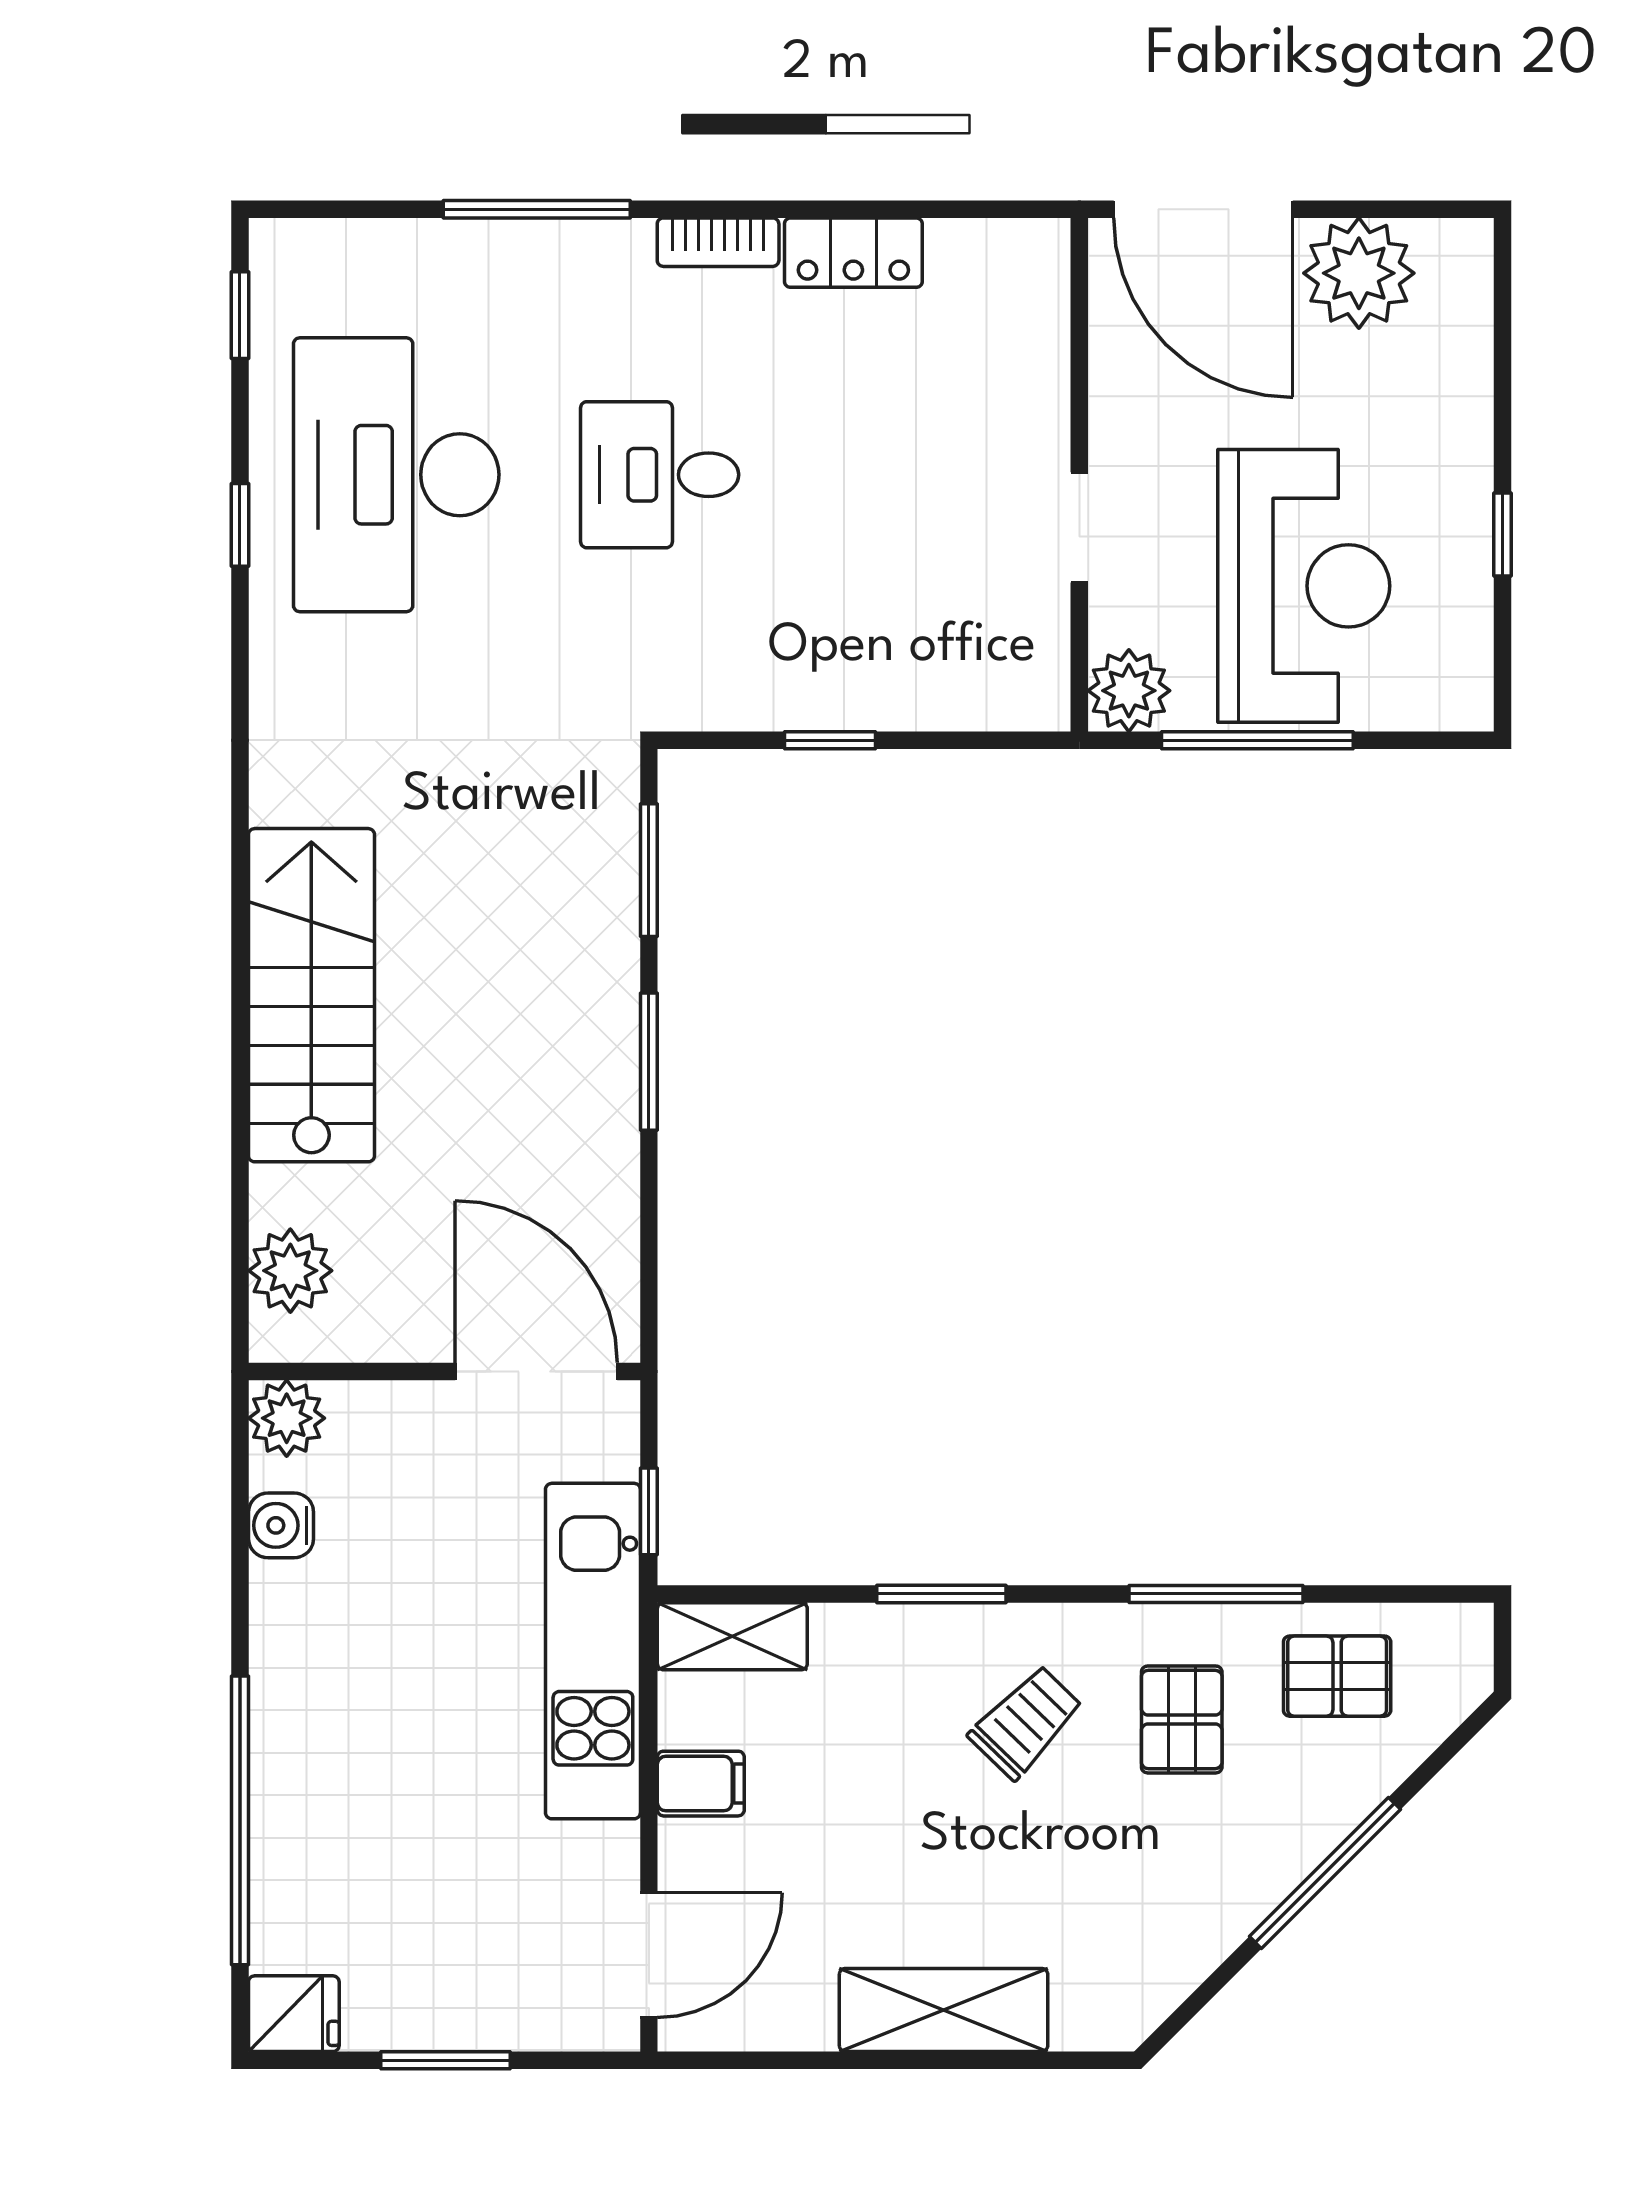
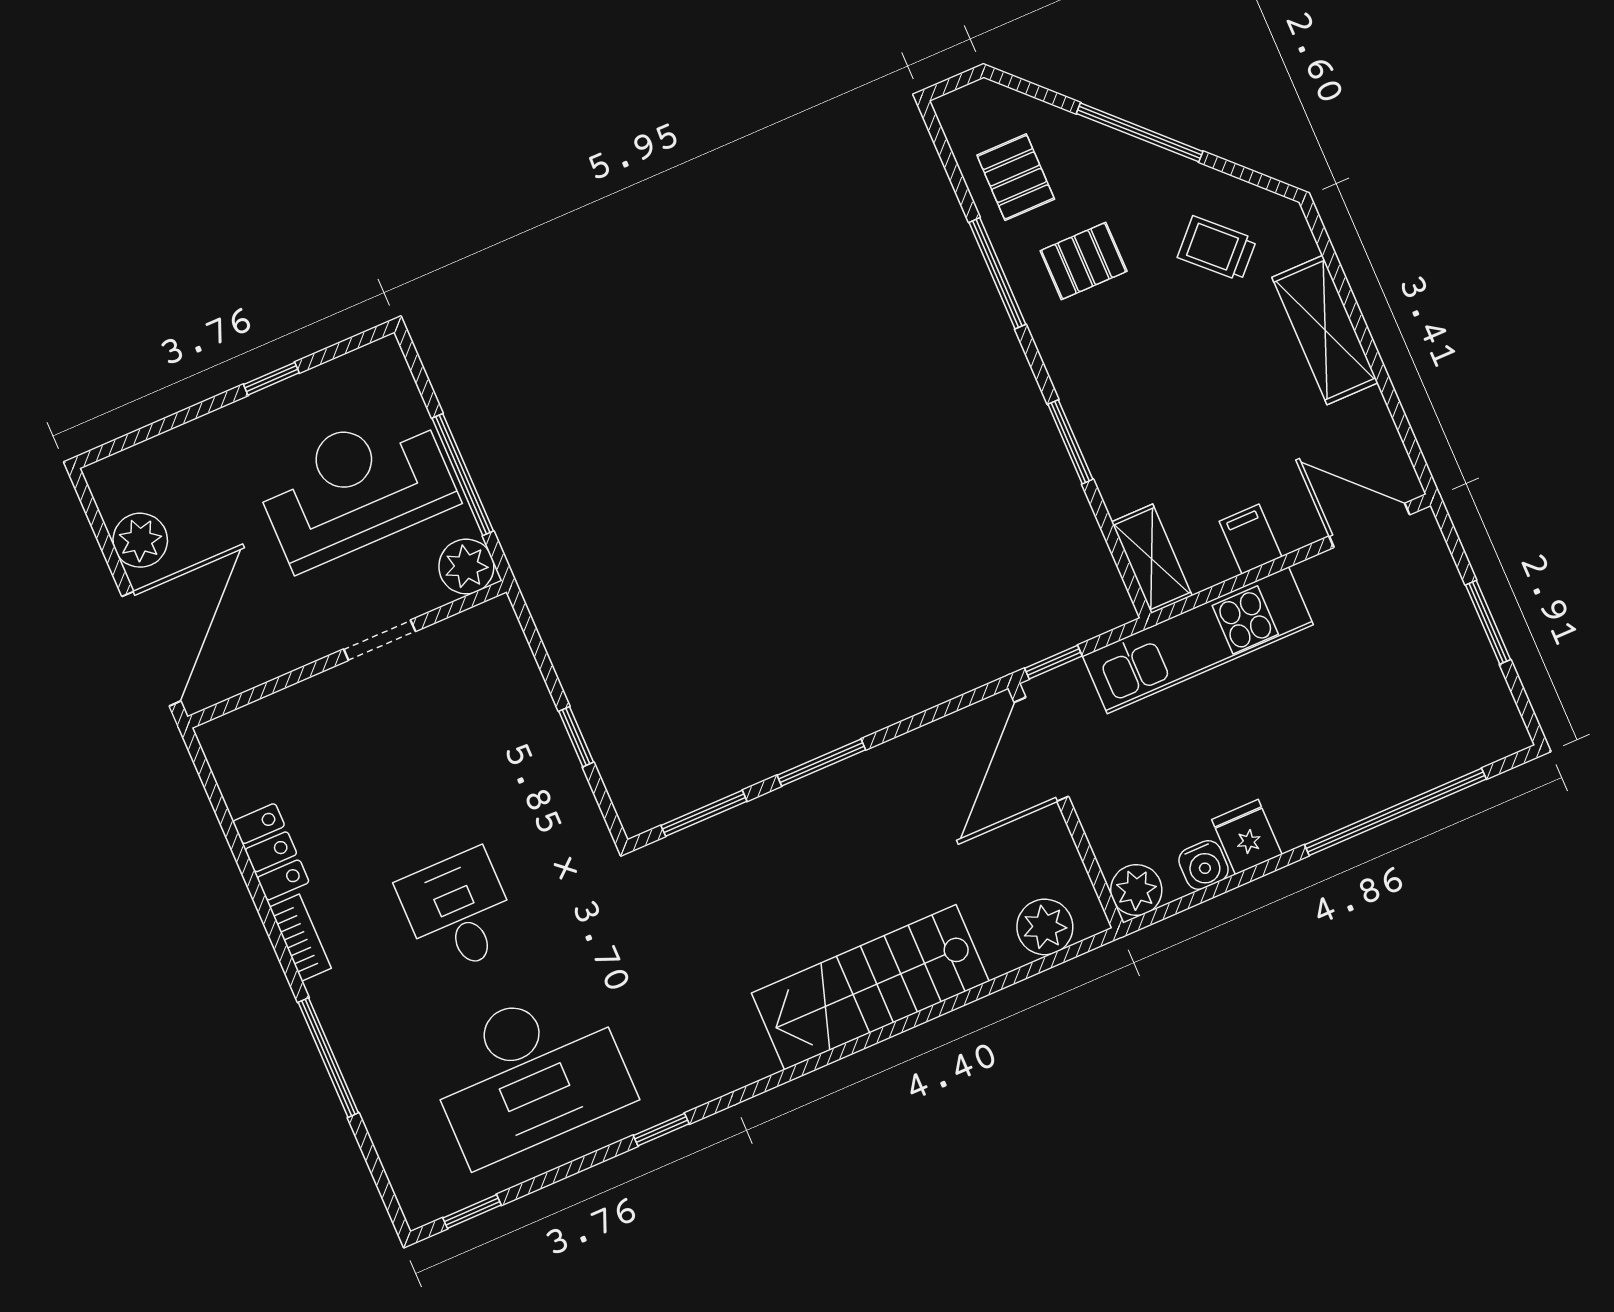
plant: (1359, 273) -> (140, 540), width x0.73, depth x0.73
desk: (660, 475) -> (459, 912), turned 180
window: (240, 525) -> (661, 1130), moved
window: (649, 1511) -> (1053, 662), moved
trolley: (1026, 1722) -> (1217, 248), moved
fridge: (294, 2014) -> (1247, 837), moved

